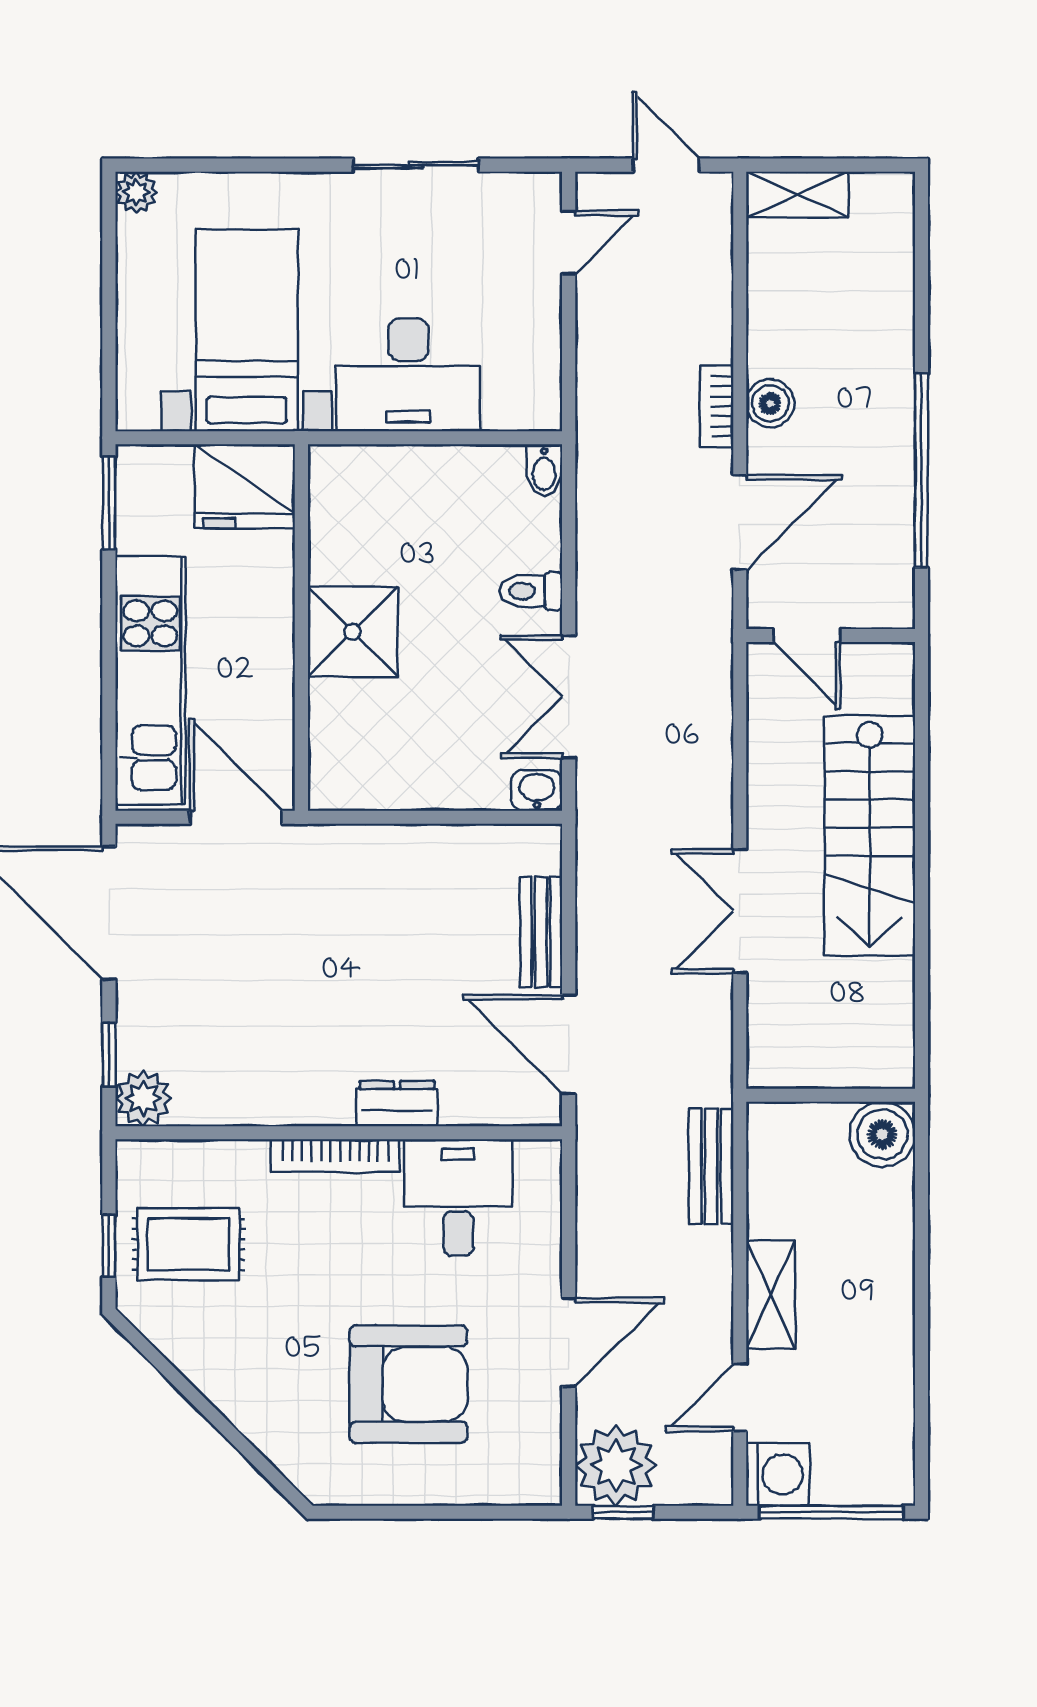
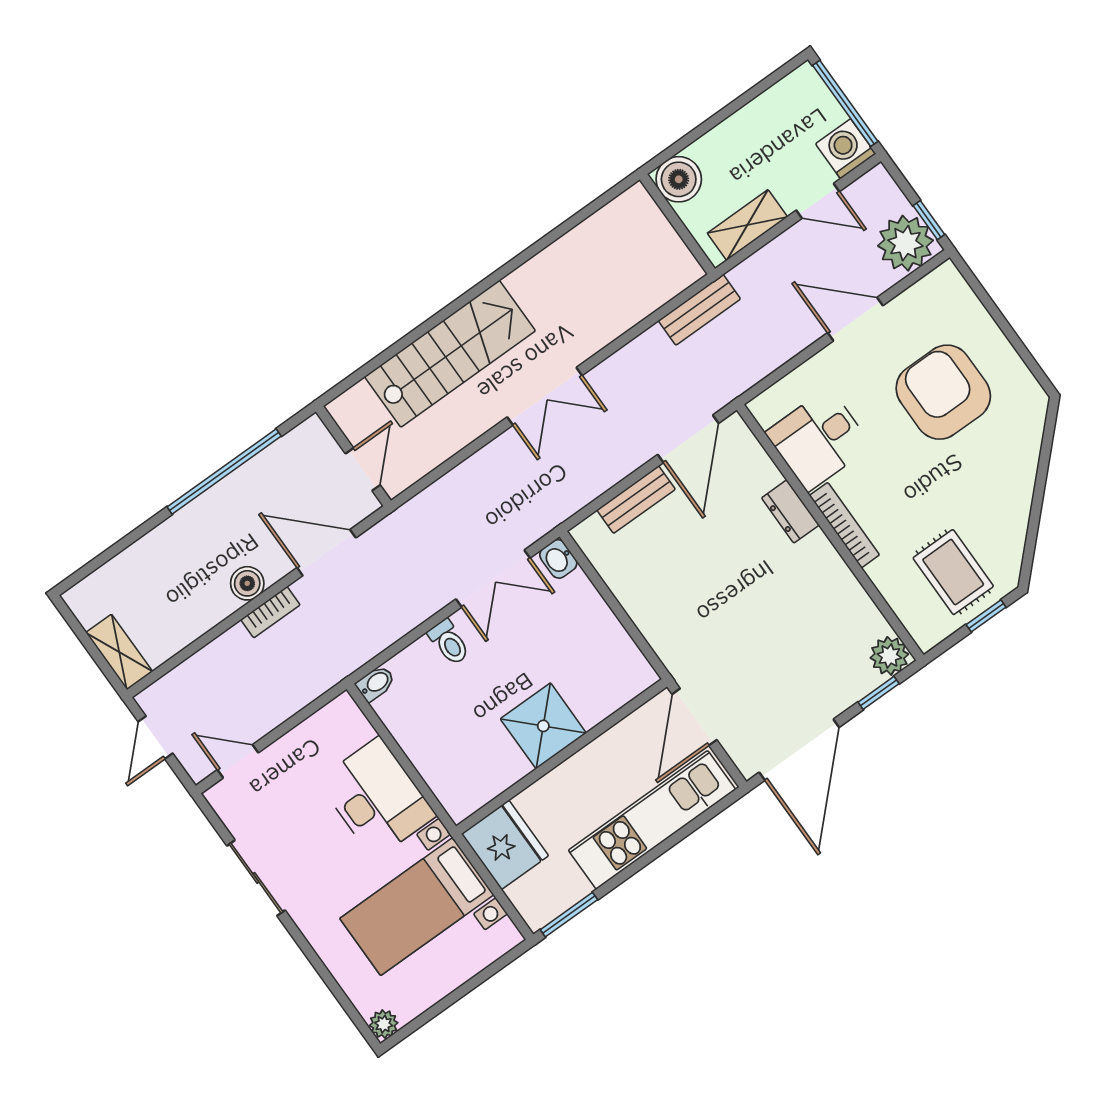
wall: (831, 1095) -> (677, 224), moved
boiler: (882, 1134) -> (679, 179), moved

